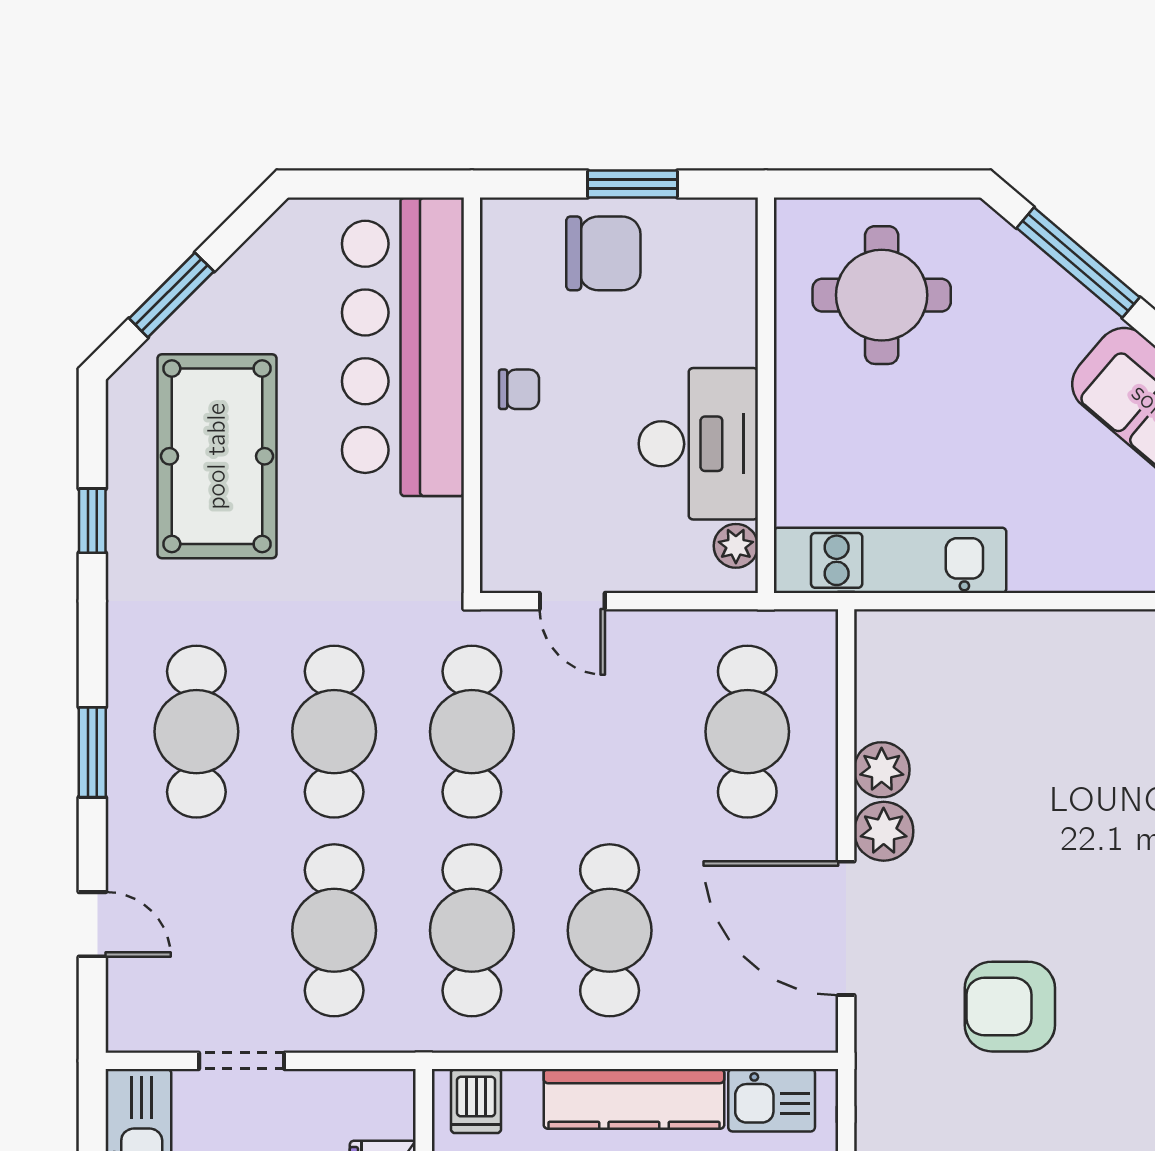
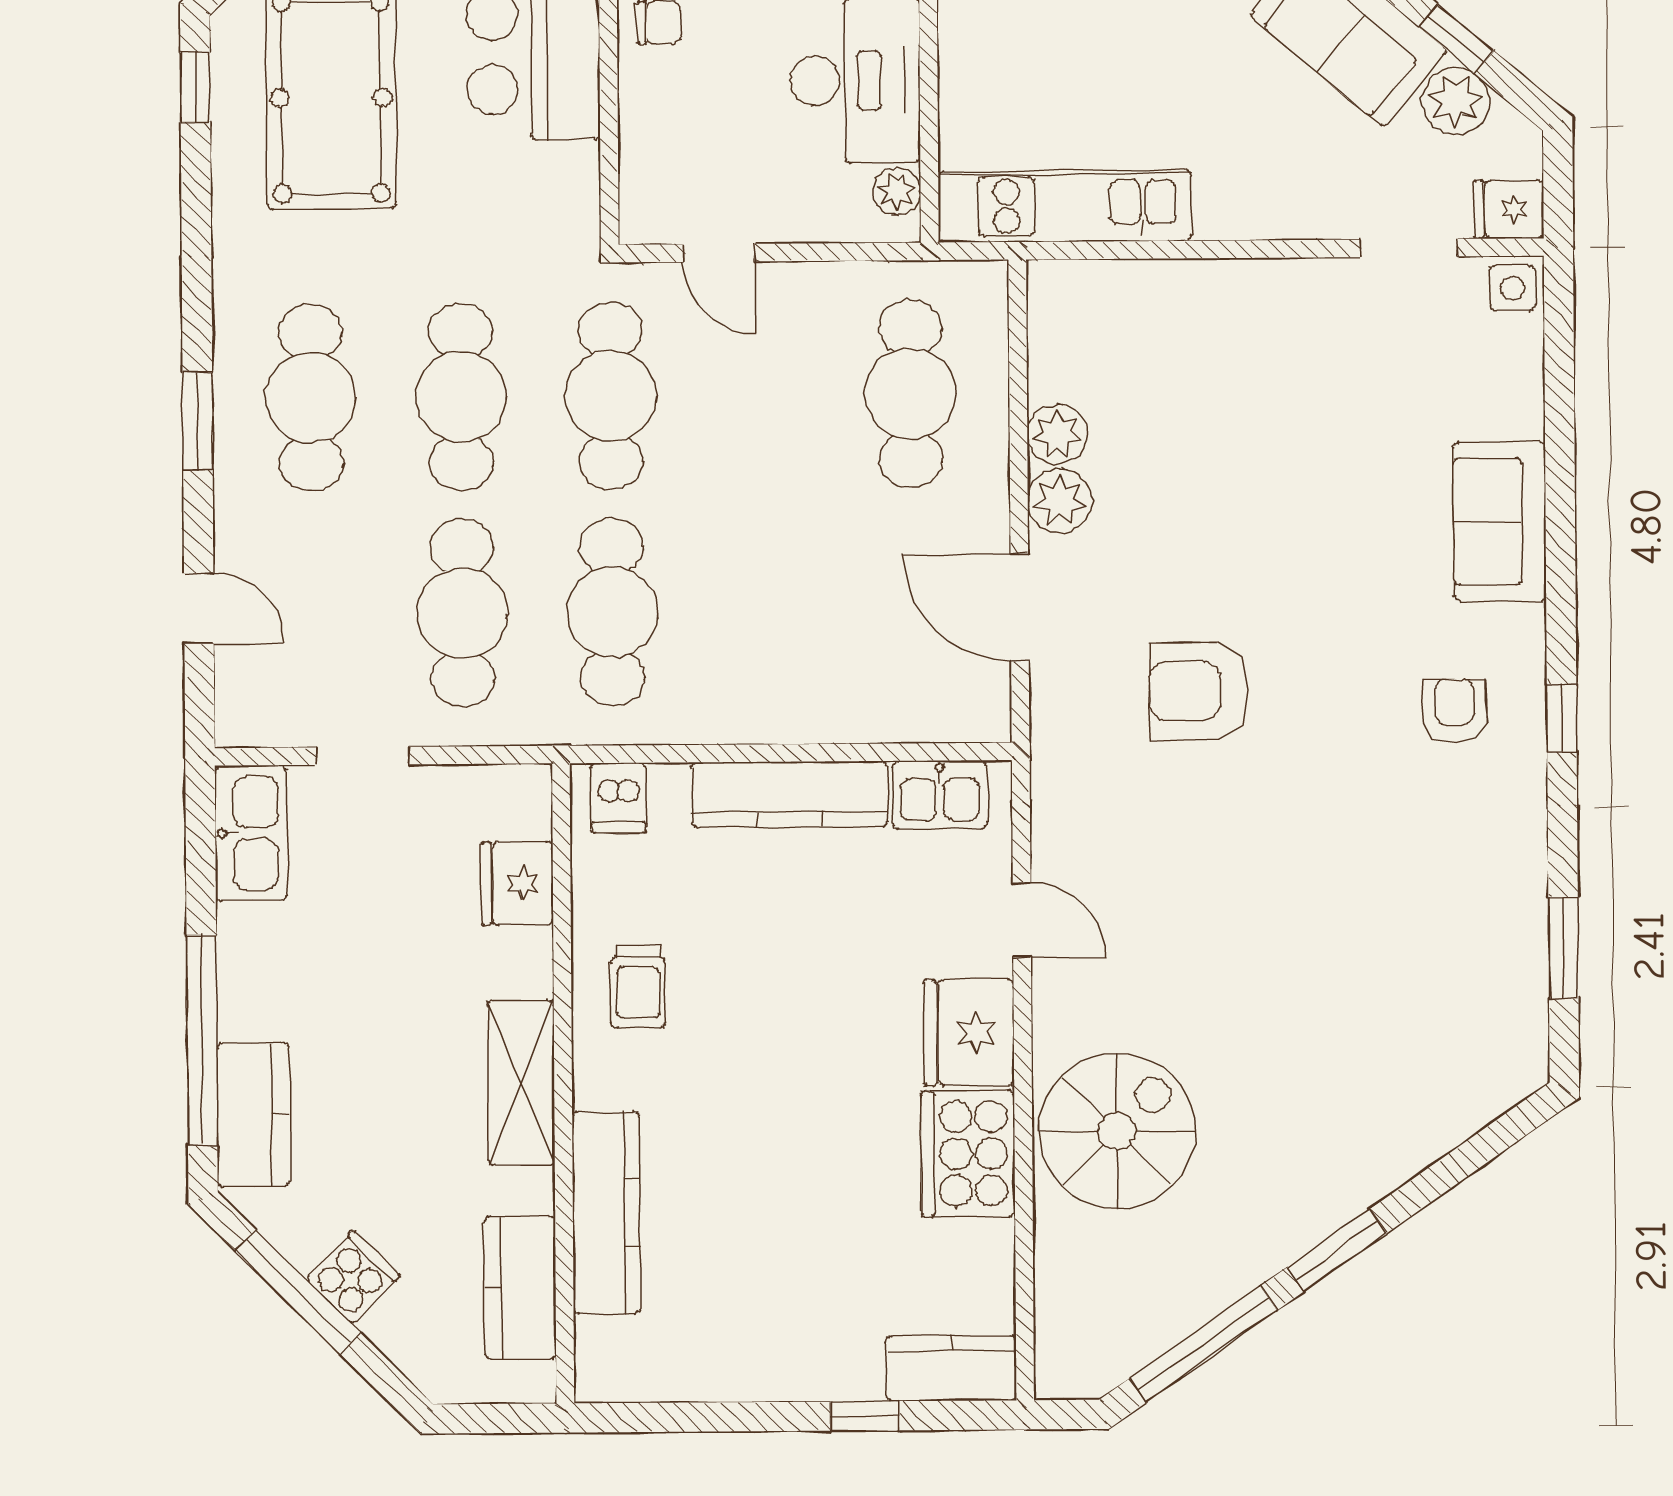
window: (92, 521) -> (195, 87), moved
door: (846, 928) -> (1020, 607), width x0.73
cafe table: (610, 930) -> (762, 611), removed

